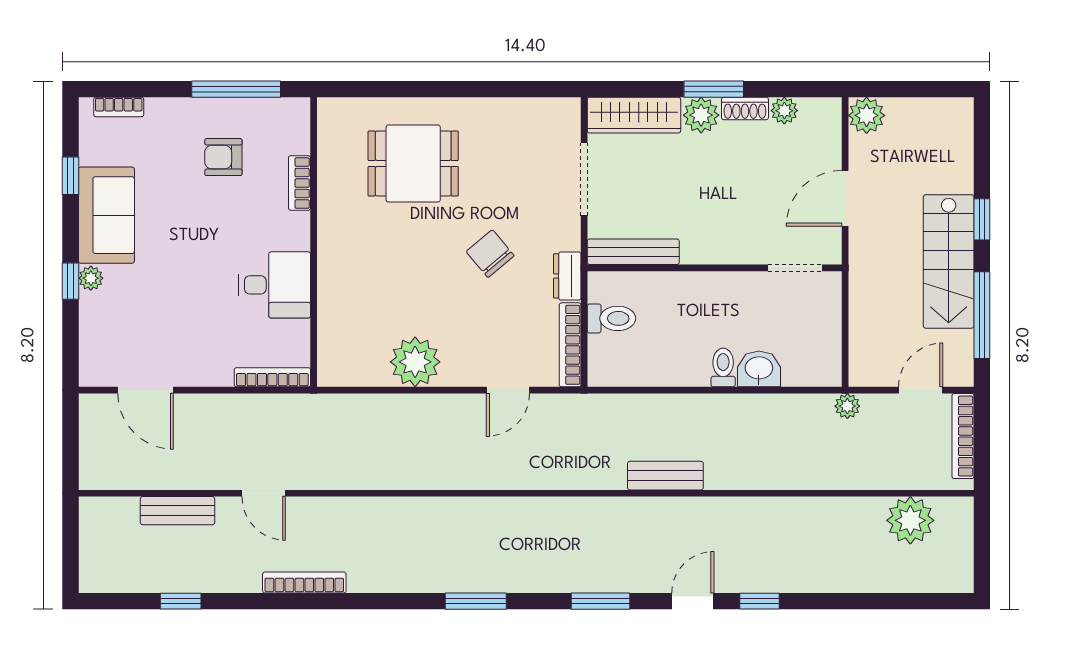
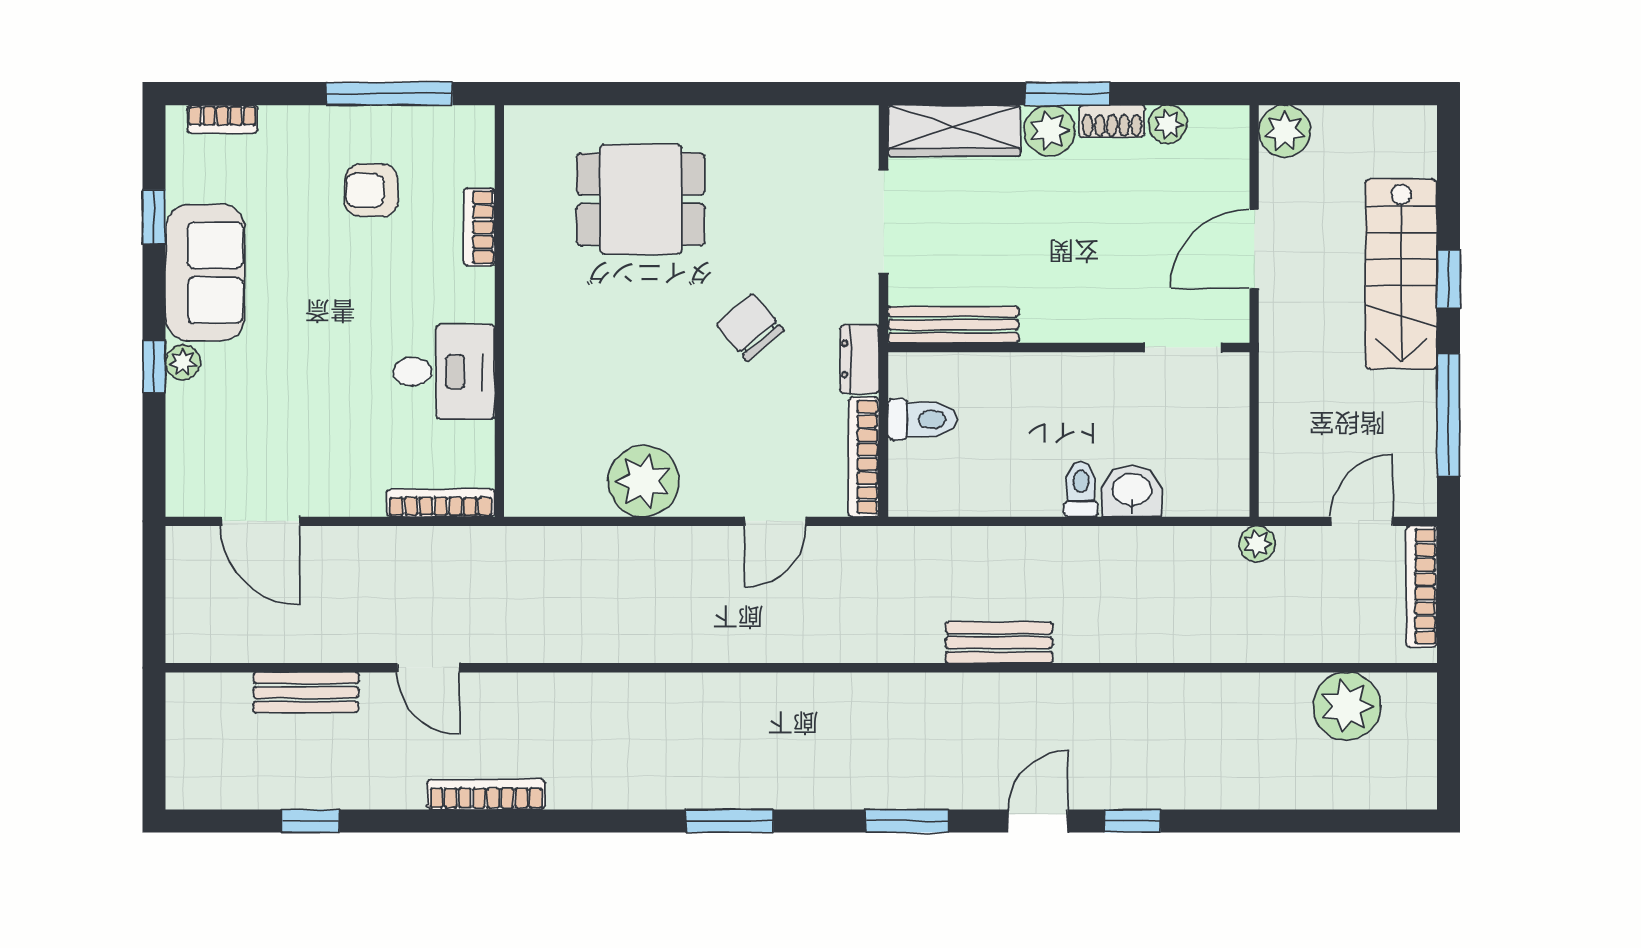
stairs: (949, 261) -> (1401, 274), moved

